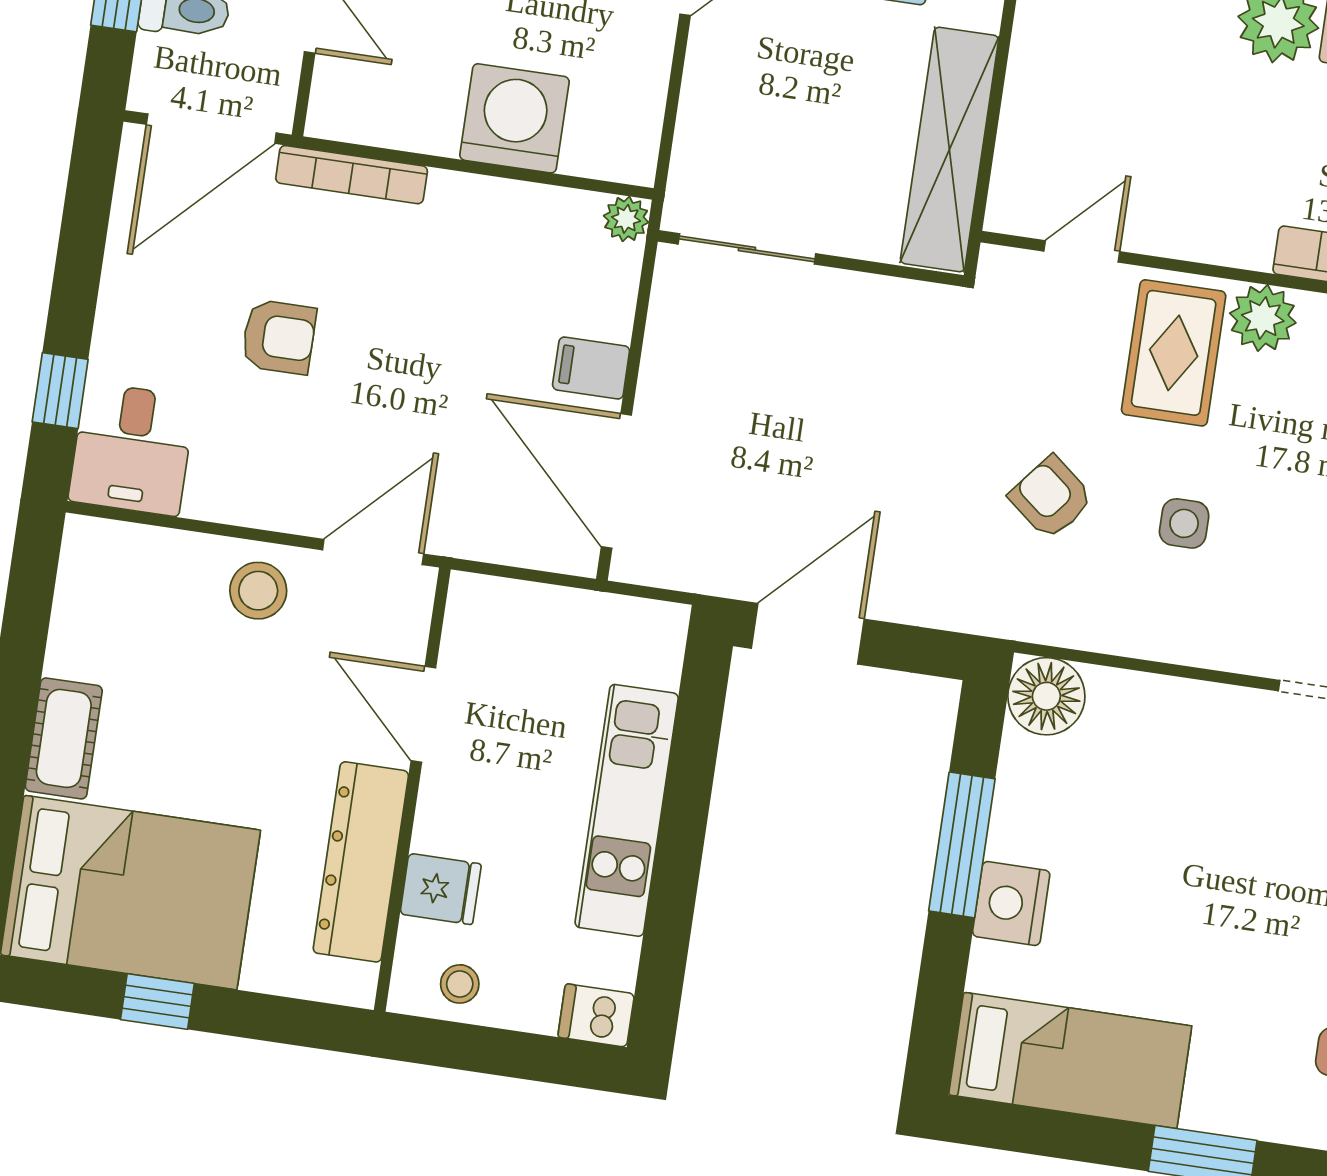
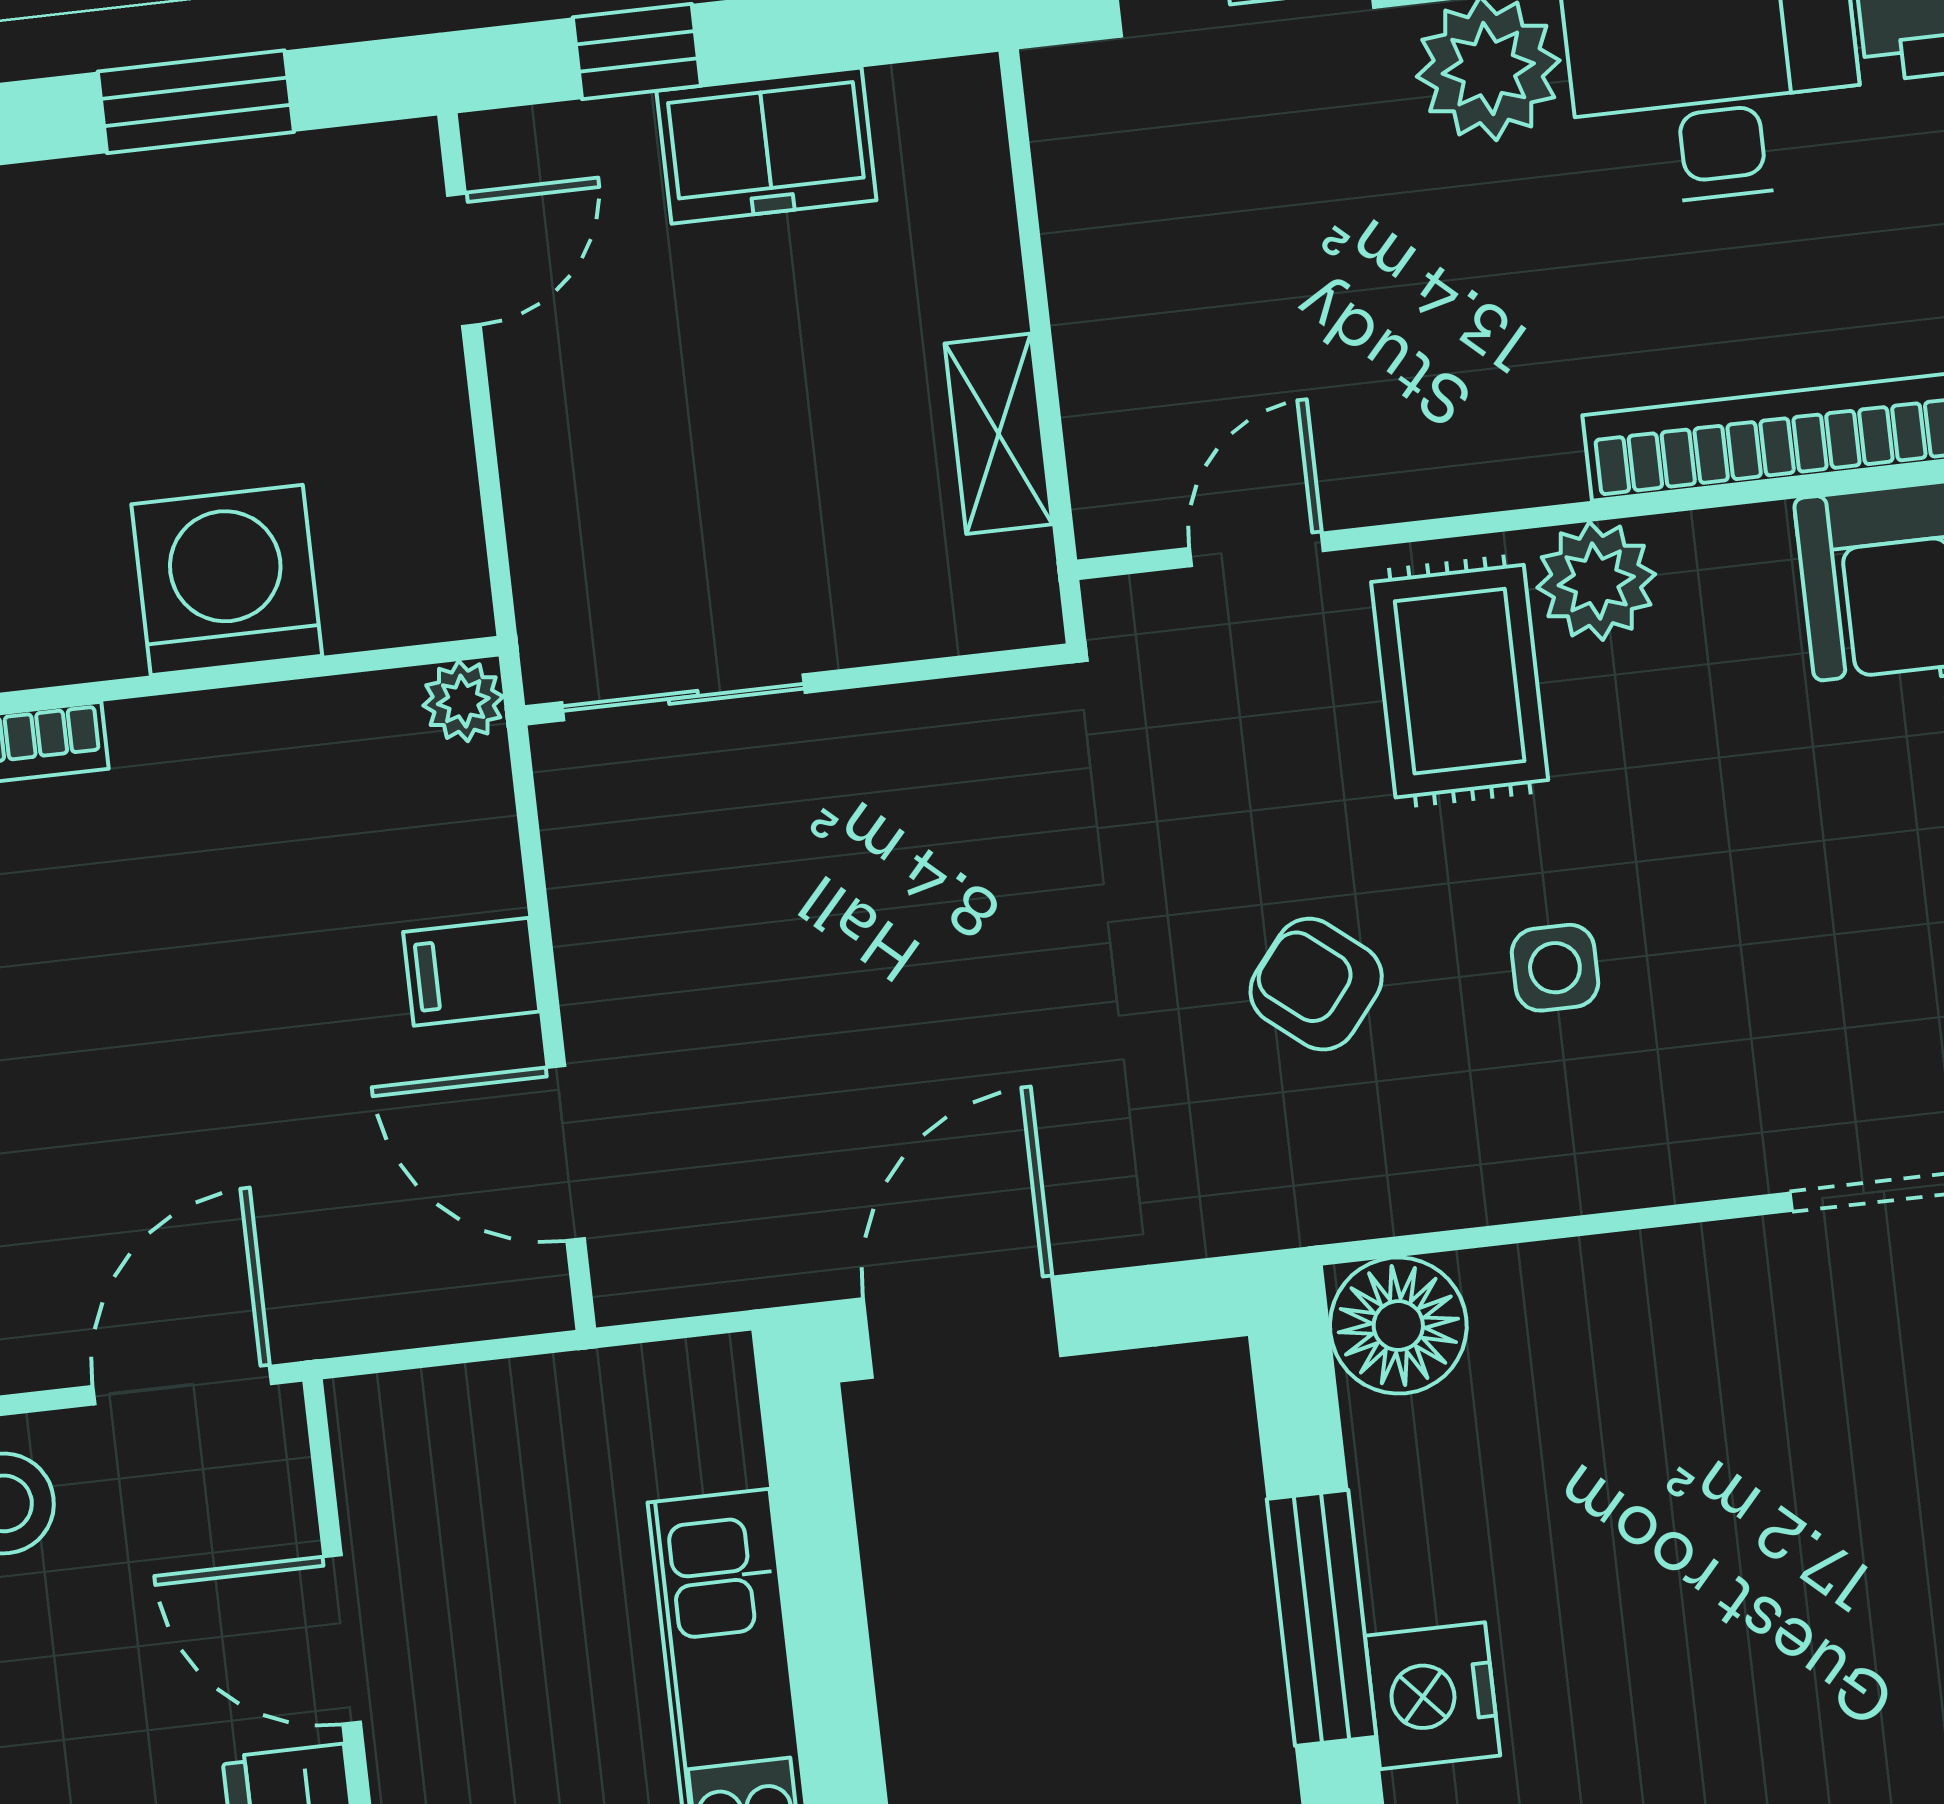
shelving: (949, 150) -> (998, 434), width x0.45, depth x0.75
door: (616, 481) -> (566, 1153), width x0.73

